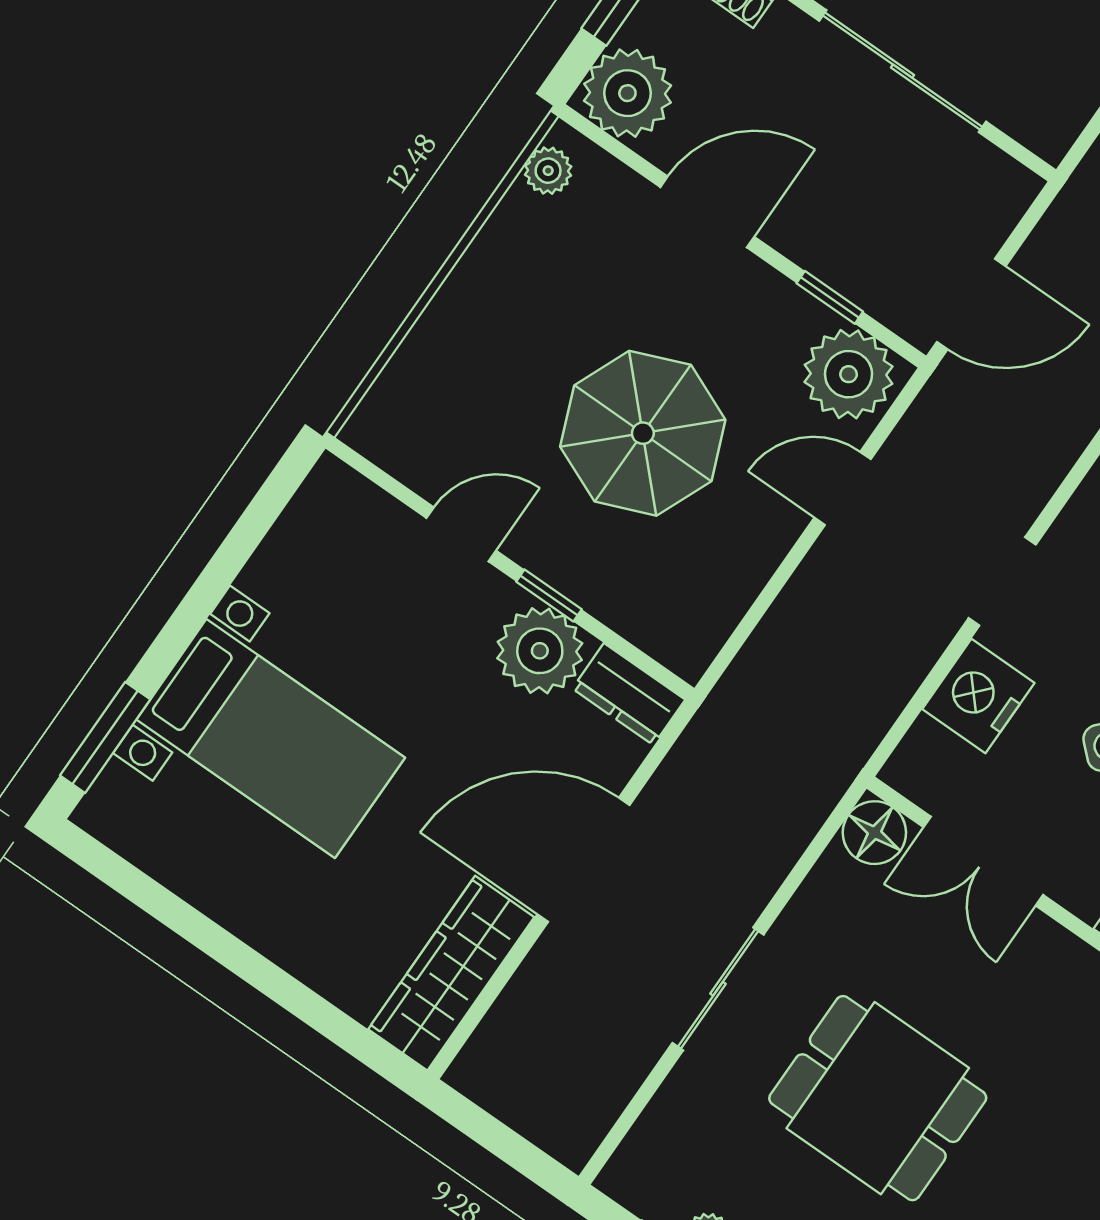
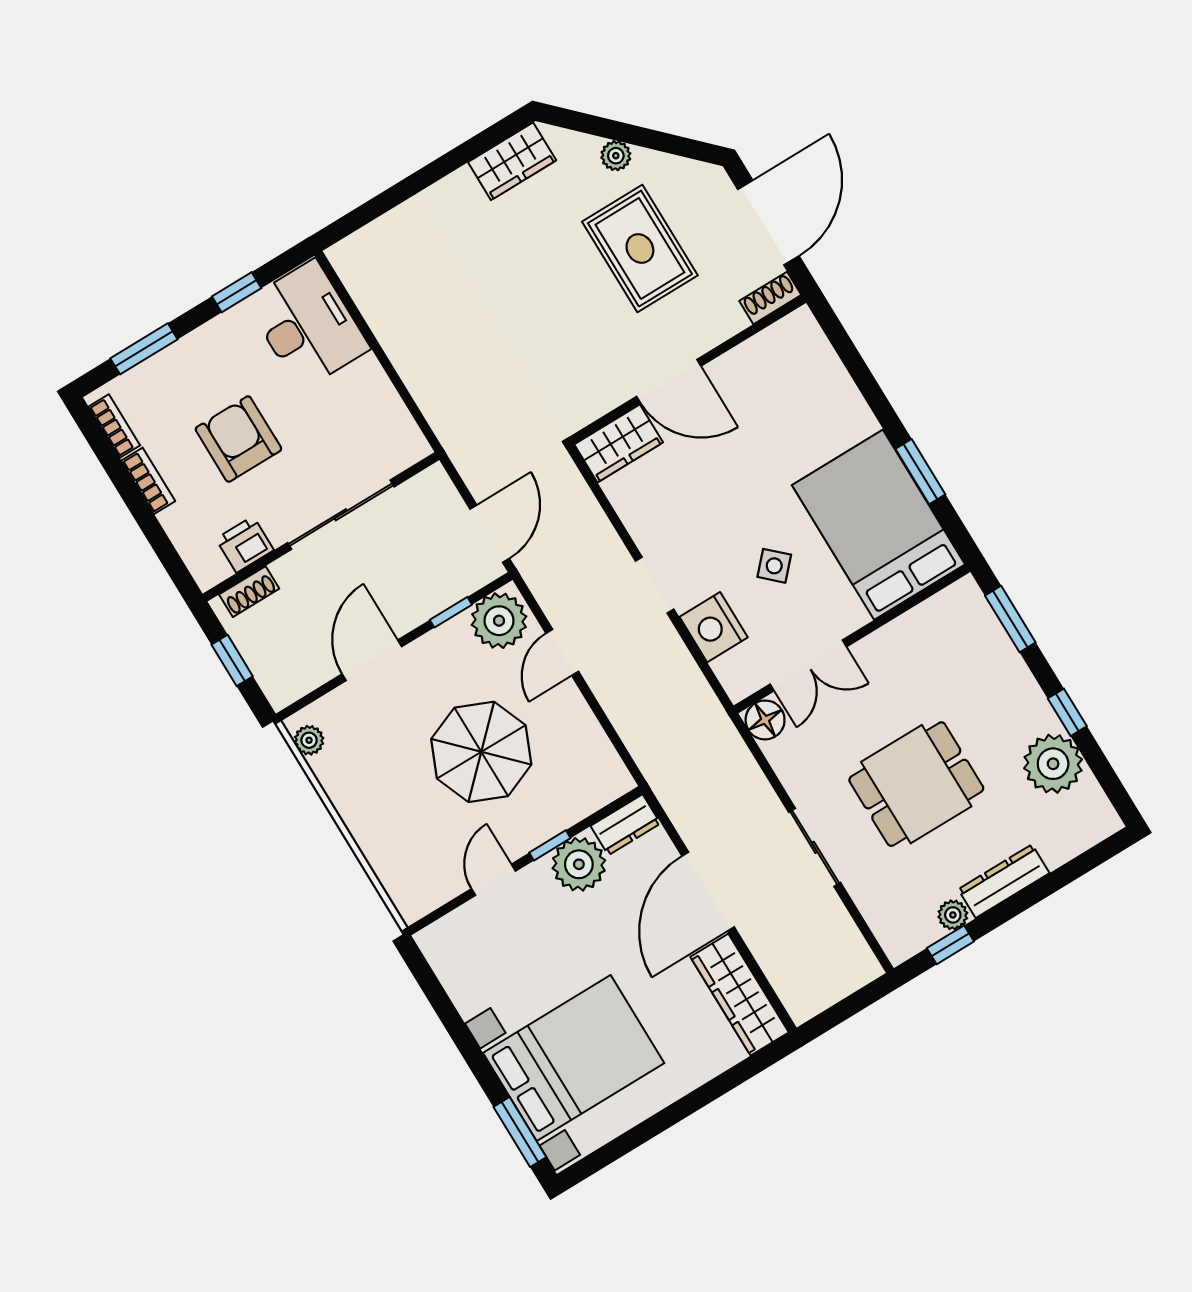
plant: (627, 93) -> (285, 676), removed
bed with nightstands: (271, 739) -> (574, 1058), width x1.36

